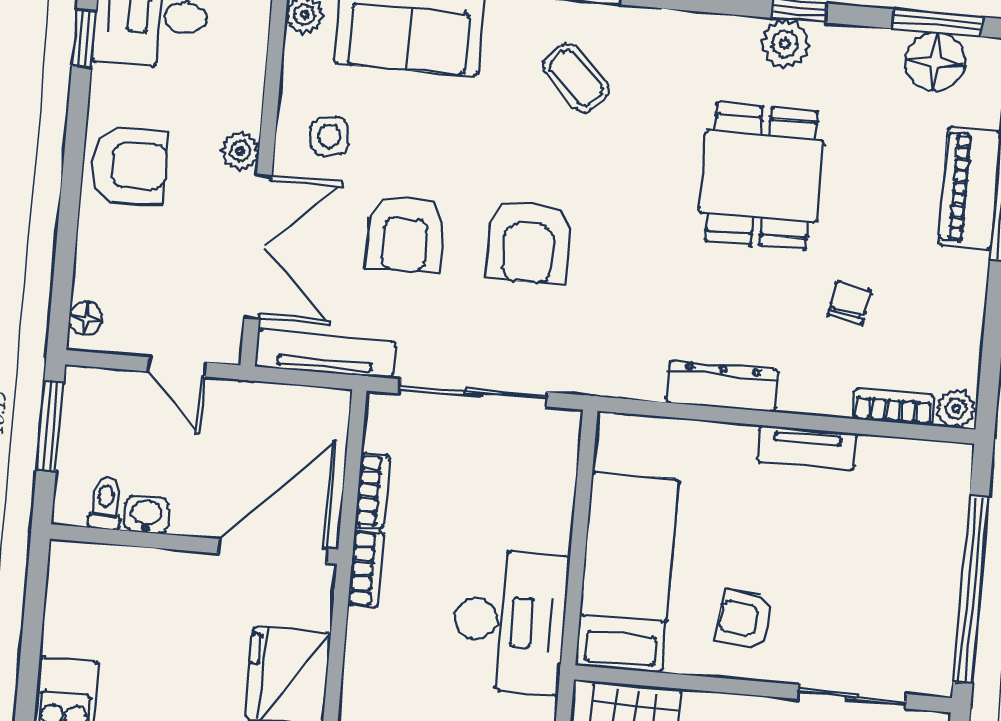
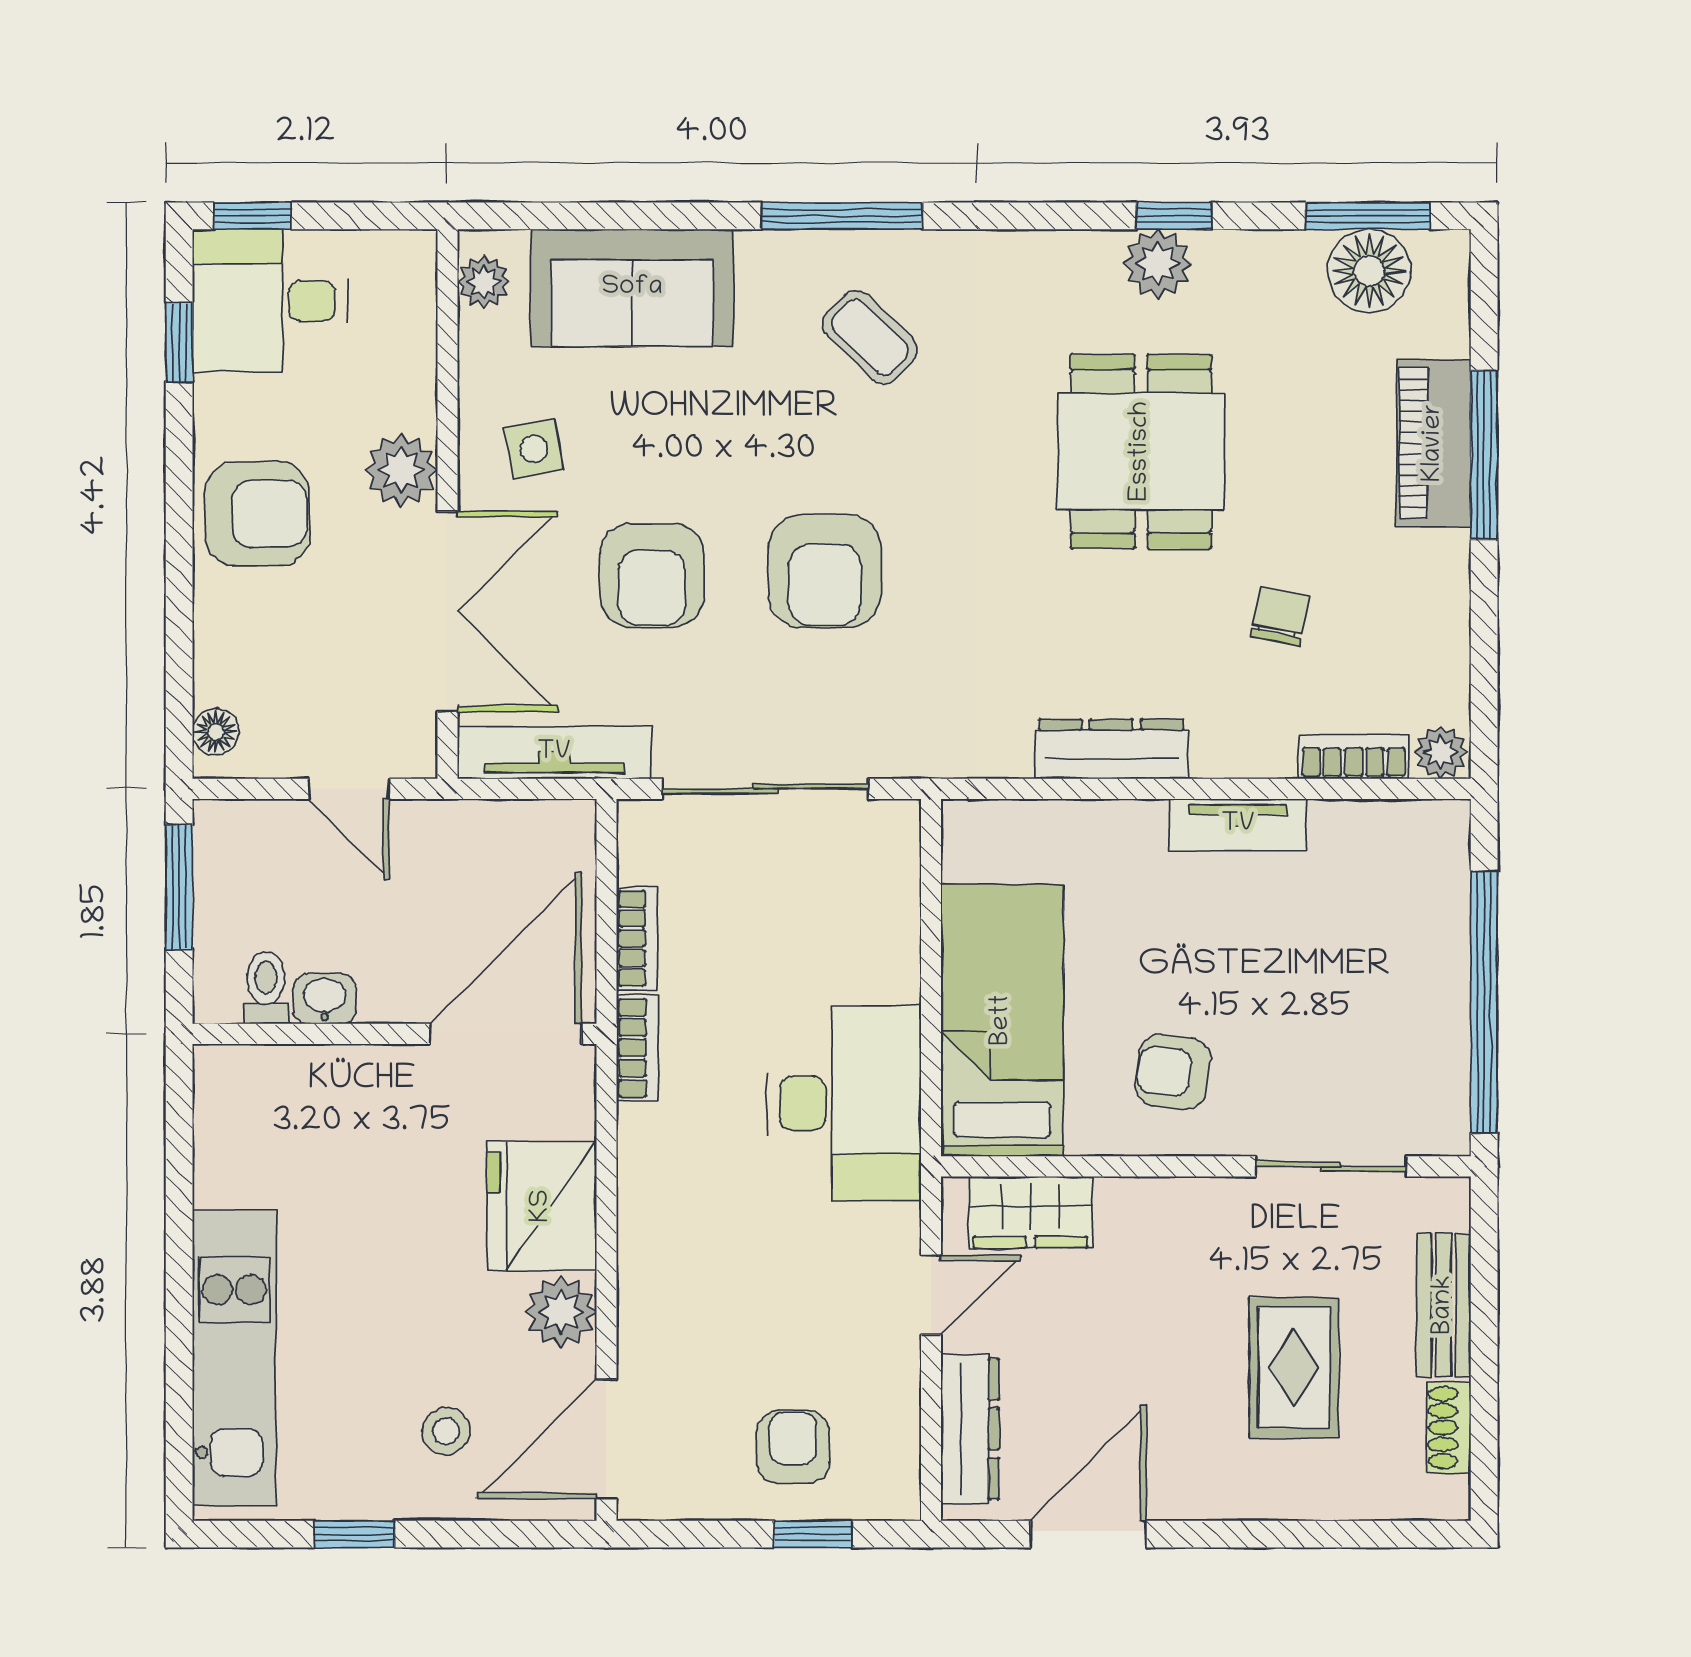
plant: (240, 151) -> (401, 470), width x1.38, depth x1.38

